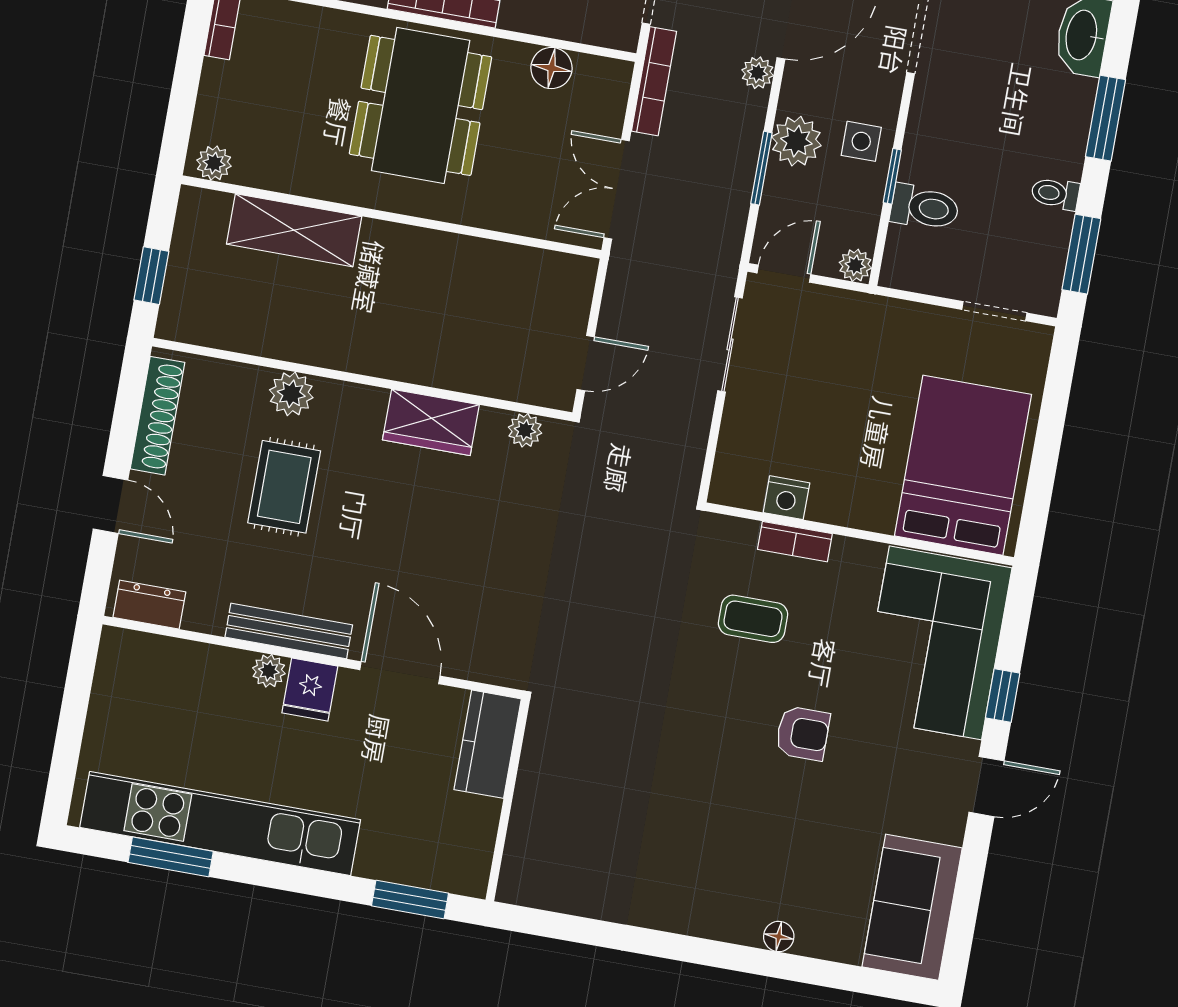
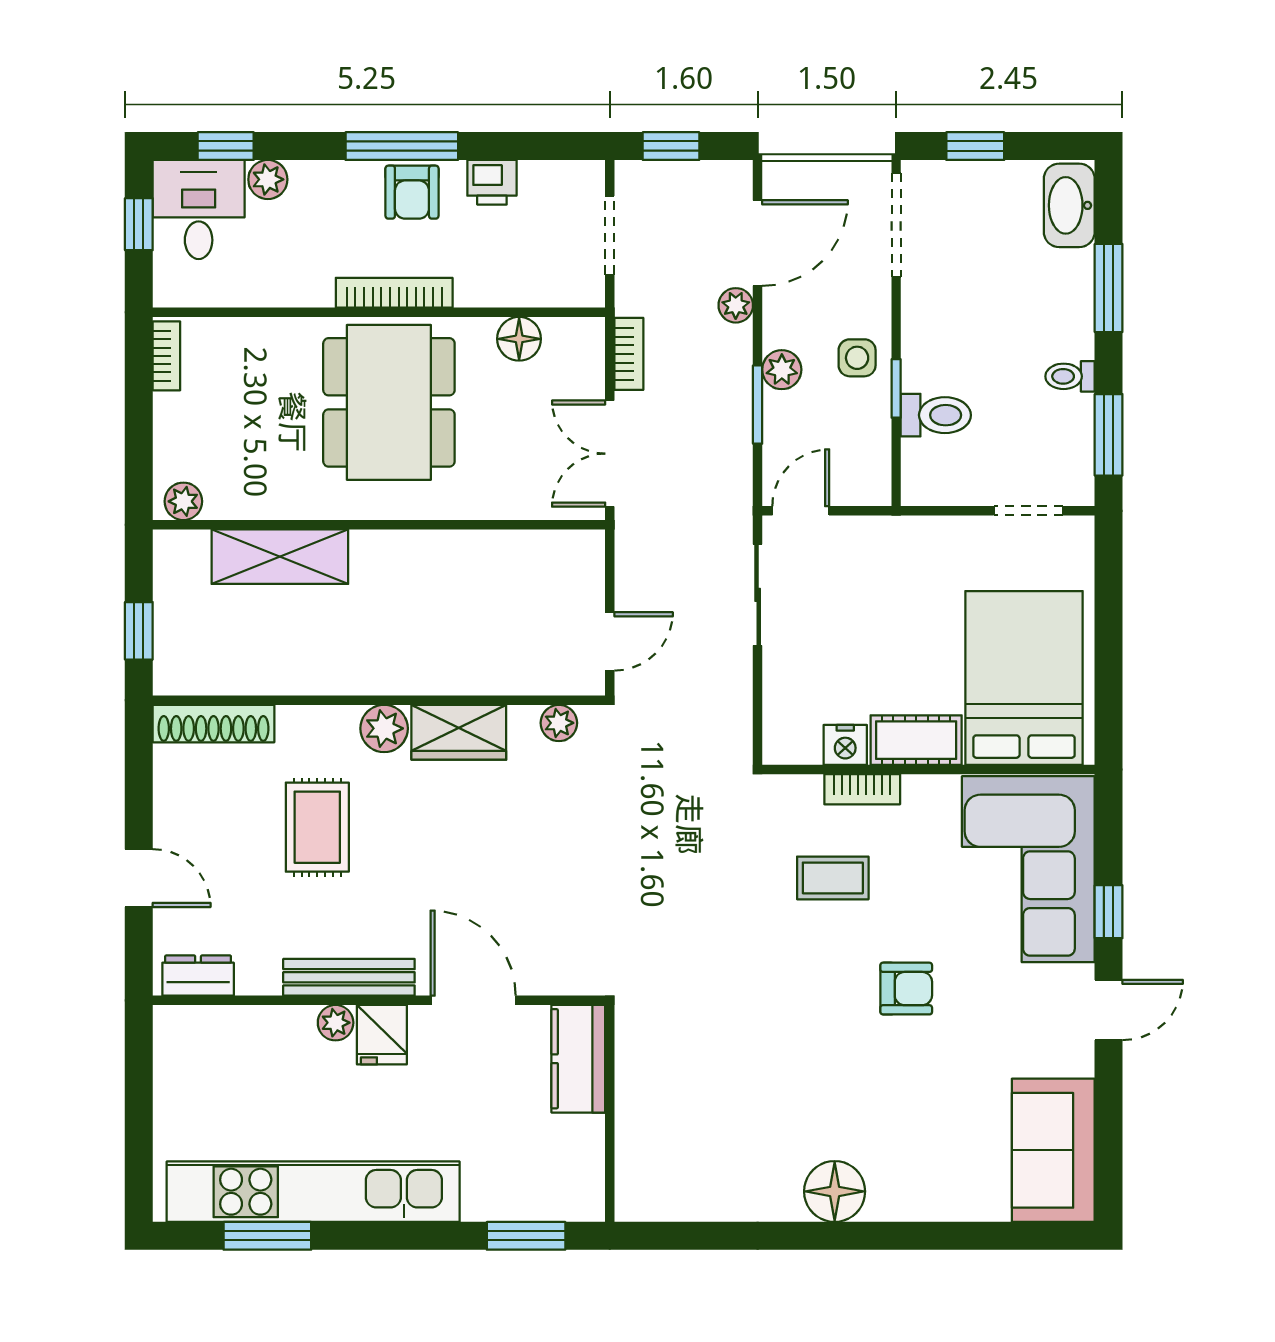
bookcase: (654, 81) -> (629, 354), width x0.64
plant: (796, 141) -> (782, 370), width x0.73, depth x0.73
plant: (855, 265) -> (874, 489), removed
plant: (291, 394) -> (384, 728), moved
shoe rack: (158, 416) -> (213, 724), moved, turned 90
cot: (853, 505) -> (916, 740), added
floor lamp: (779, 937) -> (835, 1191), moved, width x1.89, depth x1.89

